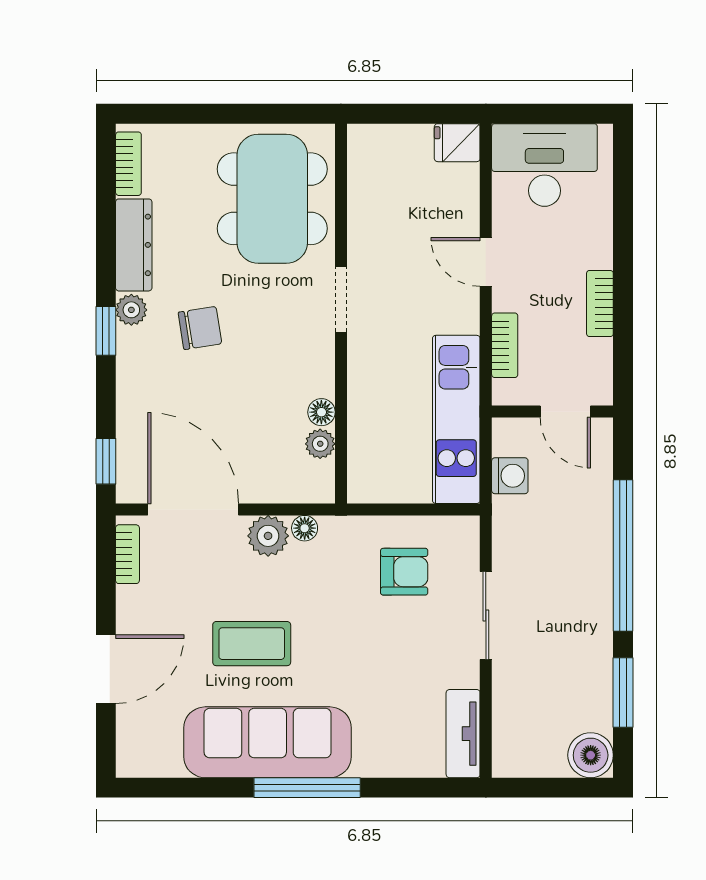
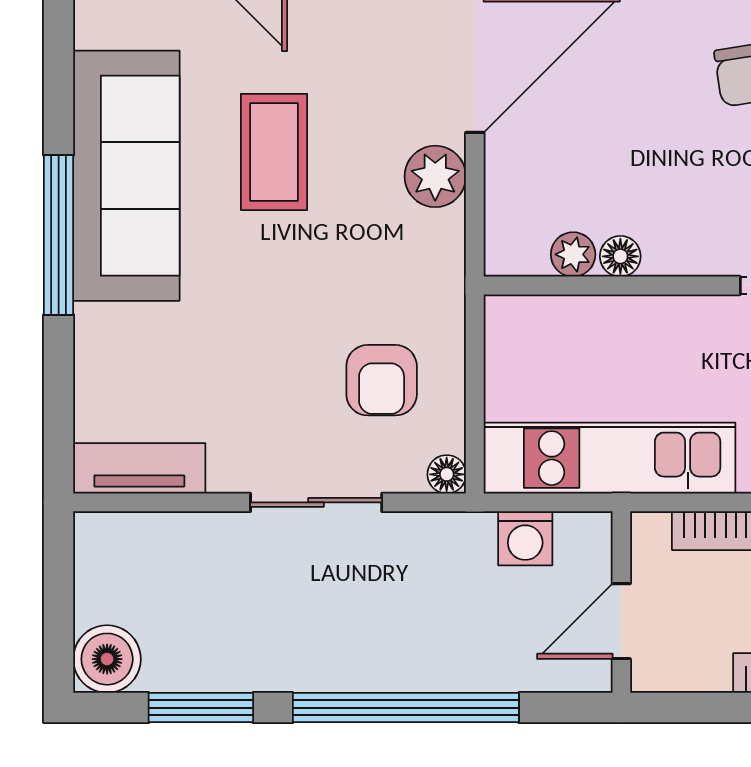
floor lamp: (305, 528) -> (447, 474), moved

